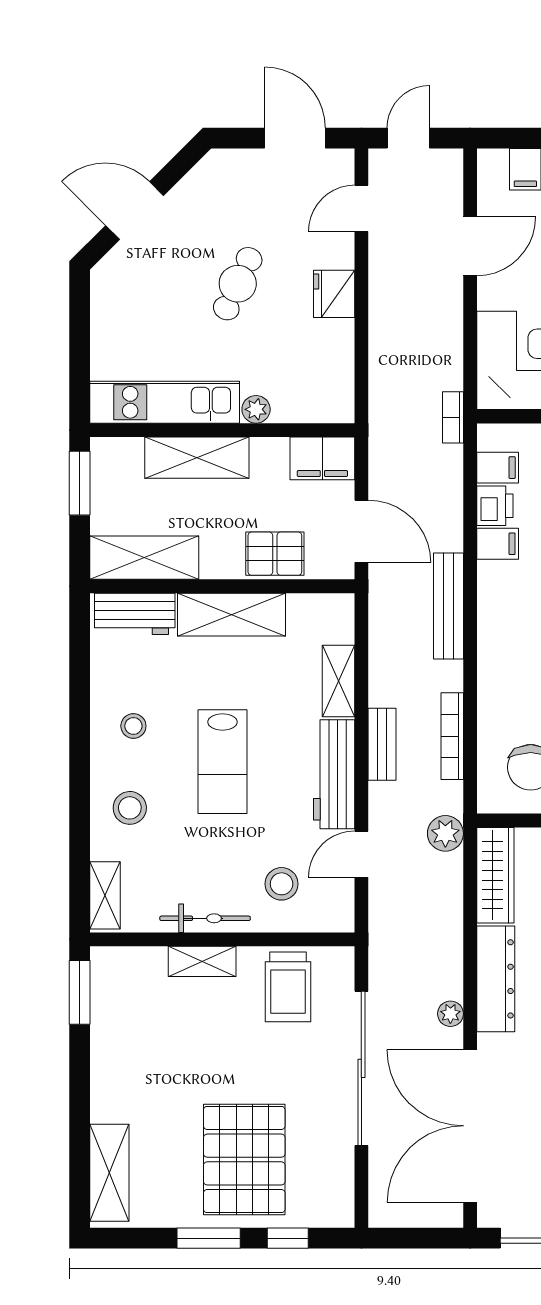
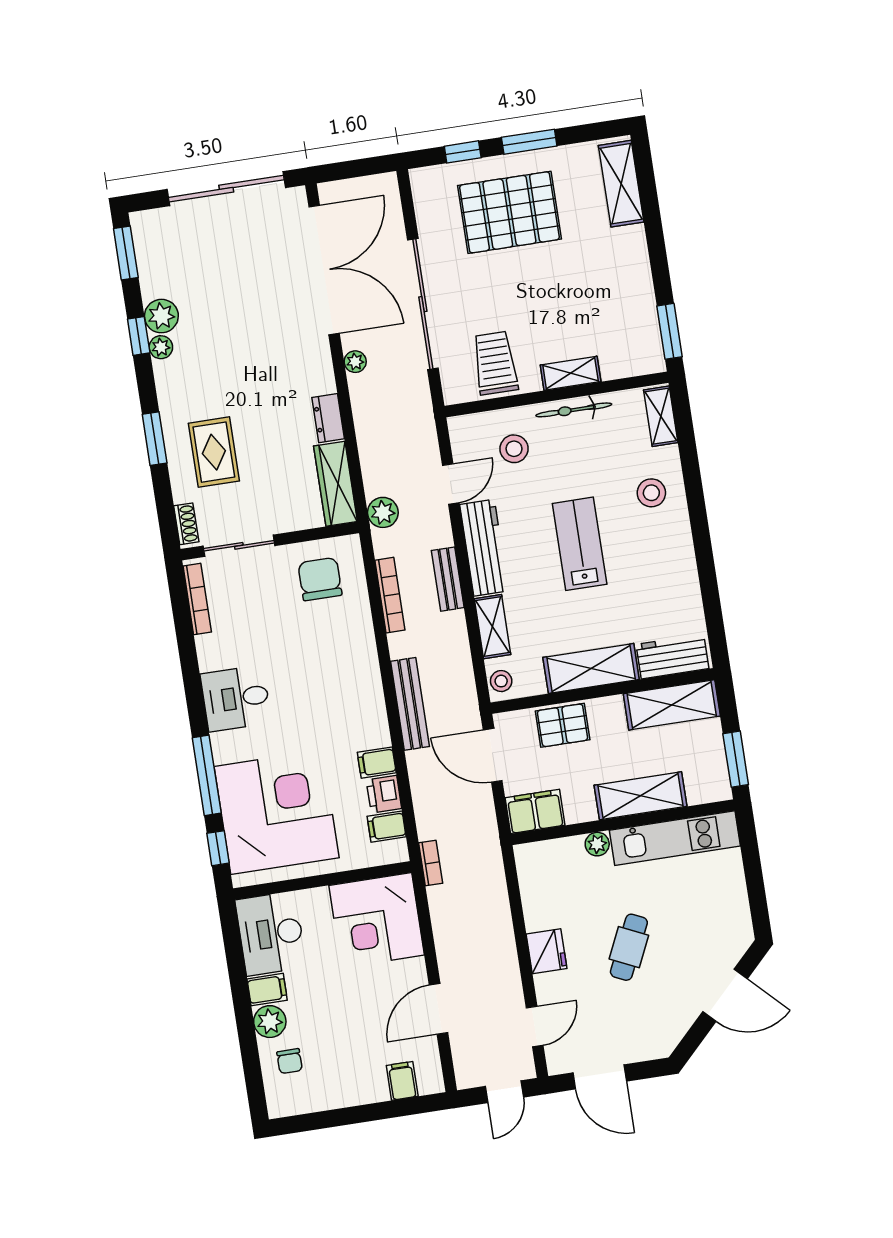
stool: (133, 726) -> (501, 681), moved
dresser: (496, 979) -> (328, 418), width x0.51, depth x0.80
pallet: (244, 1160) -> (509, 212), turned 90

